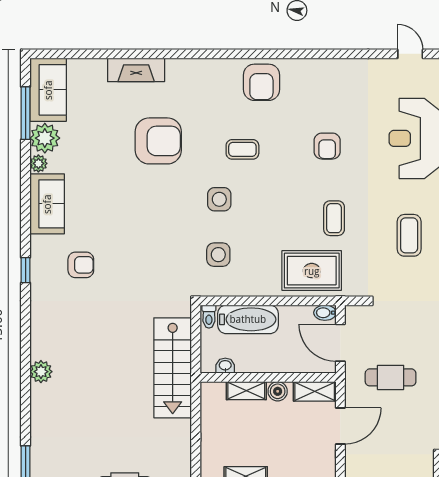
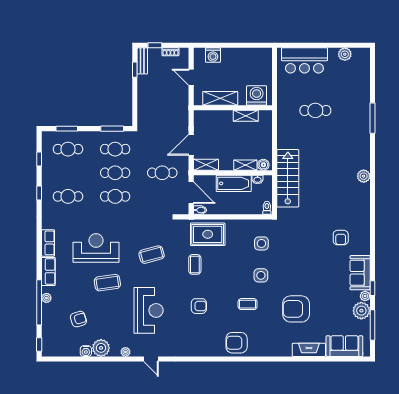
armchair: (261, 82) -> (237, 343), turned -90
sofa: (48, 90) -> (344, 346), moved, turned 90
armchair: (327, 146) -> (199, 306), turned 90
coffee table: (409, 235) -> (152, 255), turned 75
armchair: (81, 265) -> (341, 238), turned -90
window: (26, 270) -> (373, 288), moved
bathtub: (248, 319) -> (234, 183), moved, turned 180
boiler: (278, 391) -> (263, 165), moved

